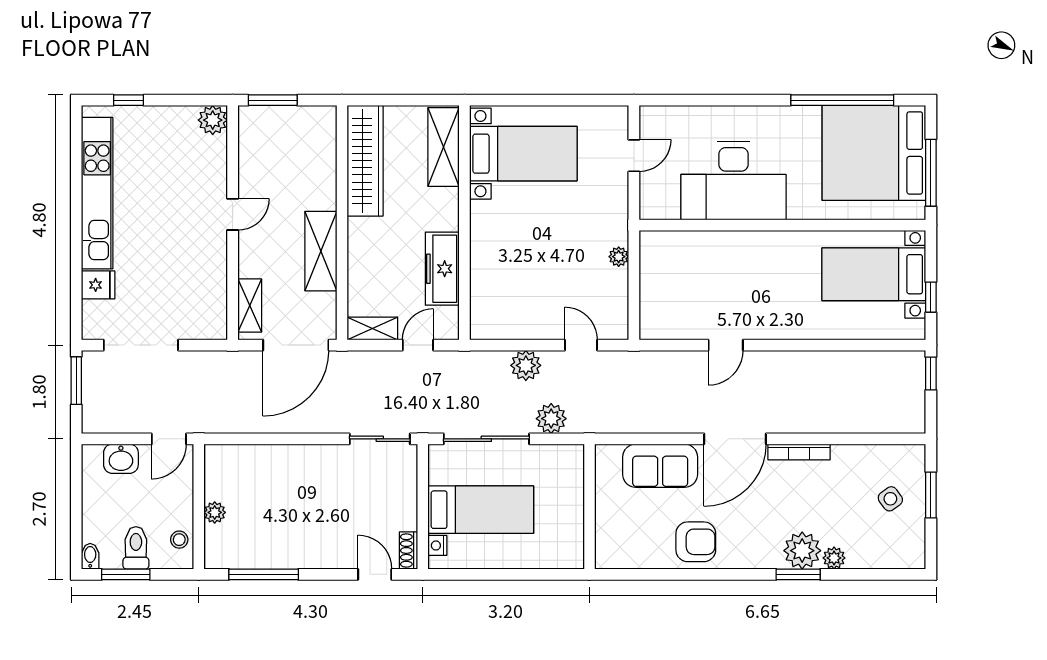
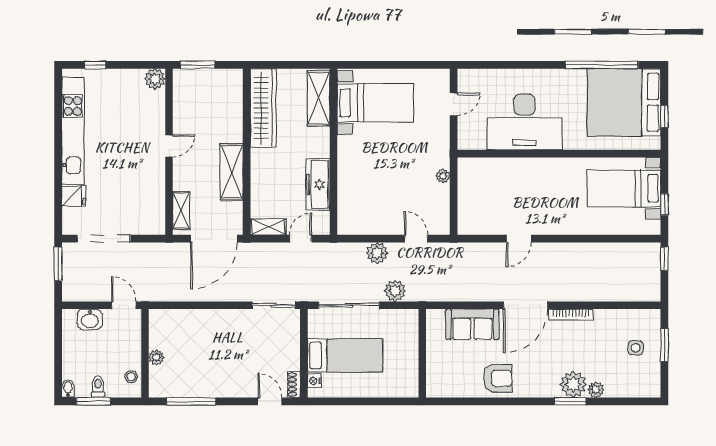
window: (931, 173) -> (664, 116), width x0.46
door: (169, 439) -> (124, 305), swing flipped
side table: (890, 499) -> (636, 348), turned 45
toilet: (136, 548) -> (98, 387), width x0.73, depth x0.72

